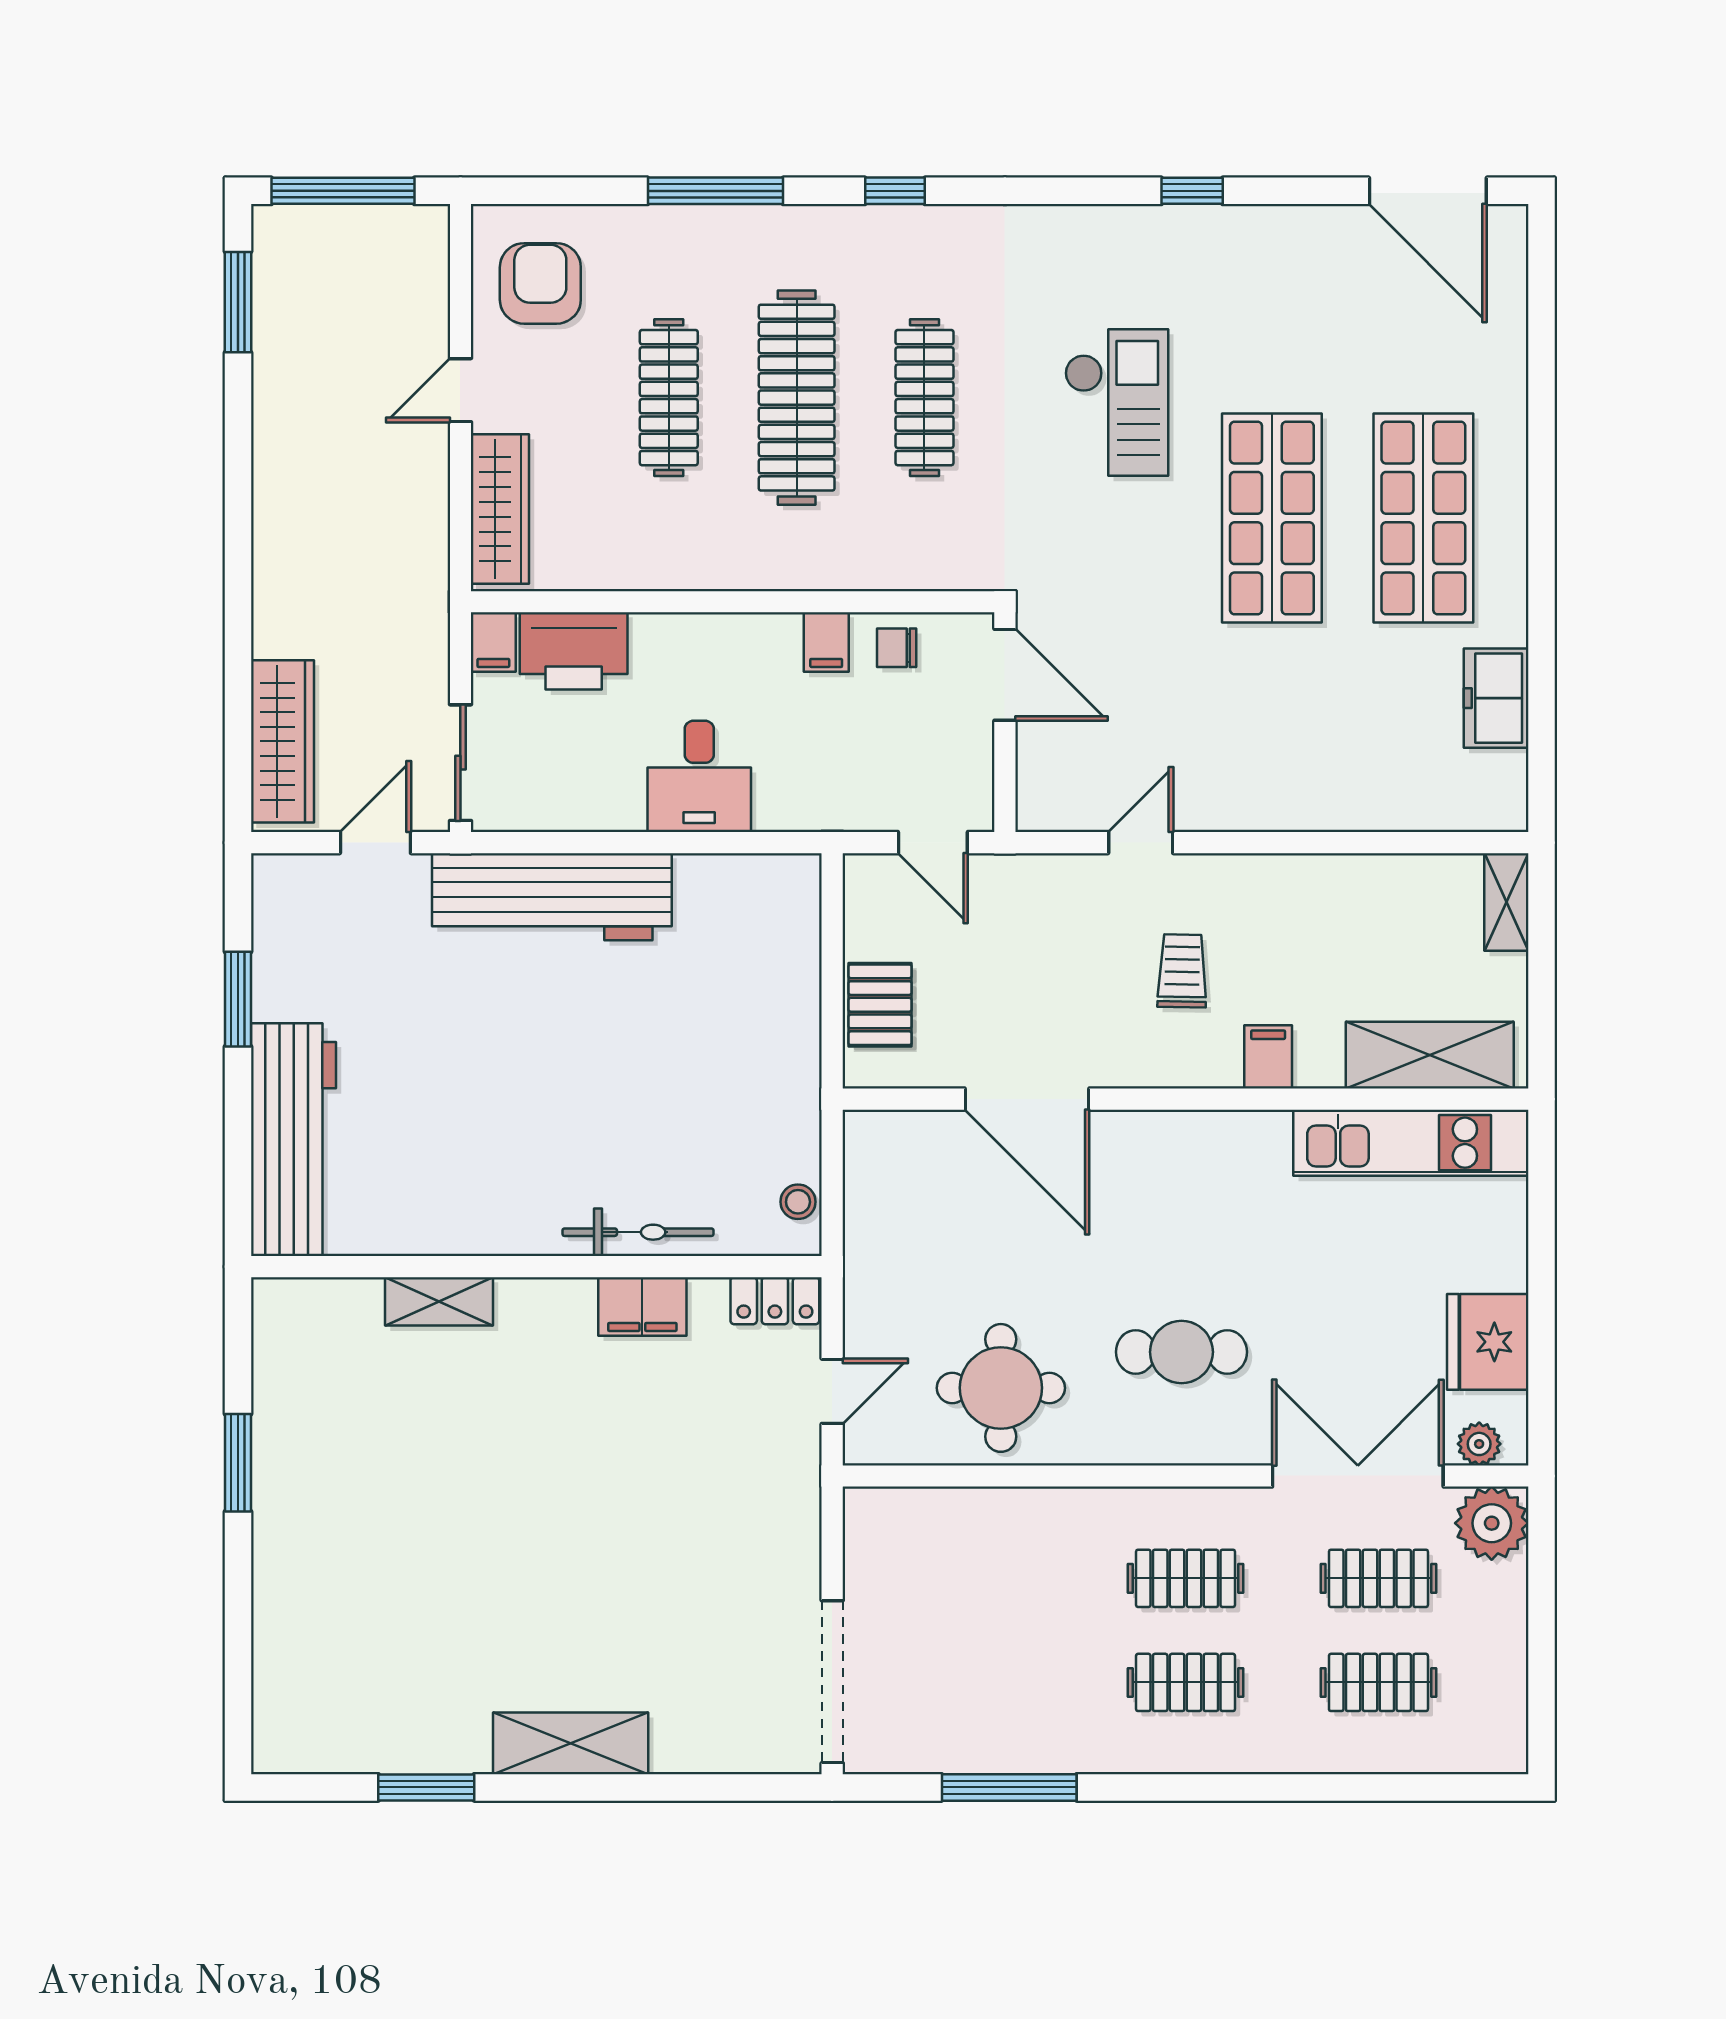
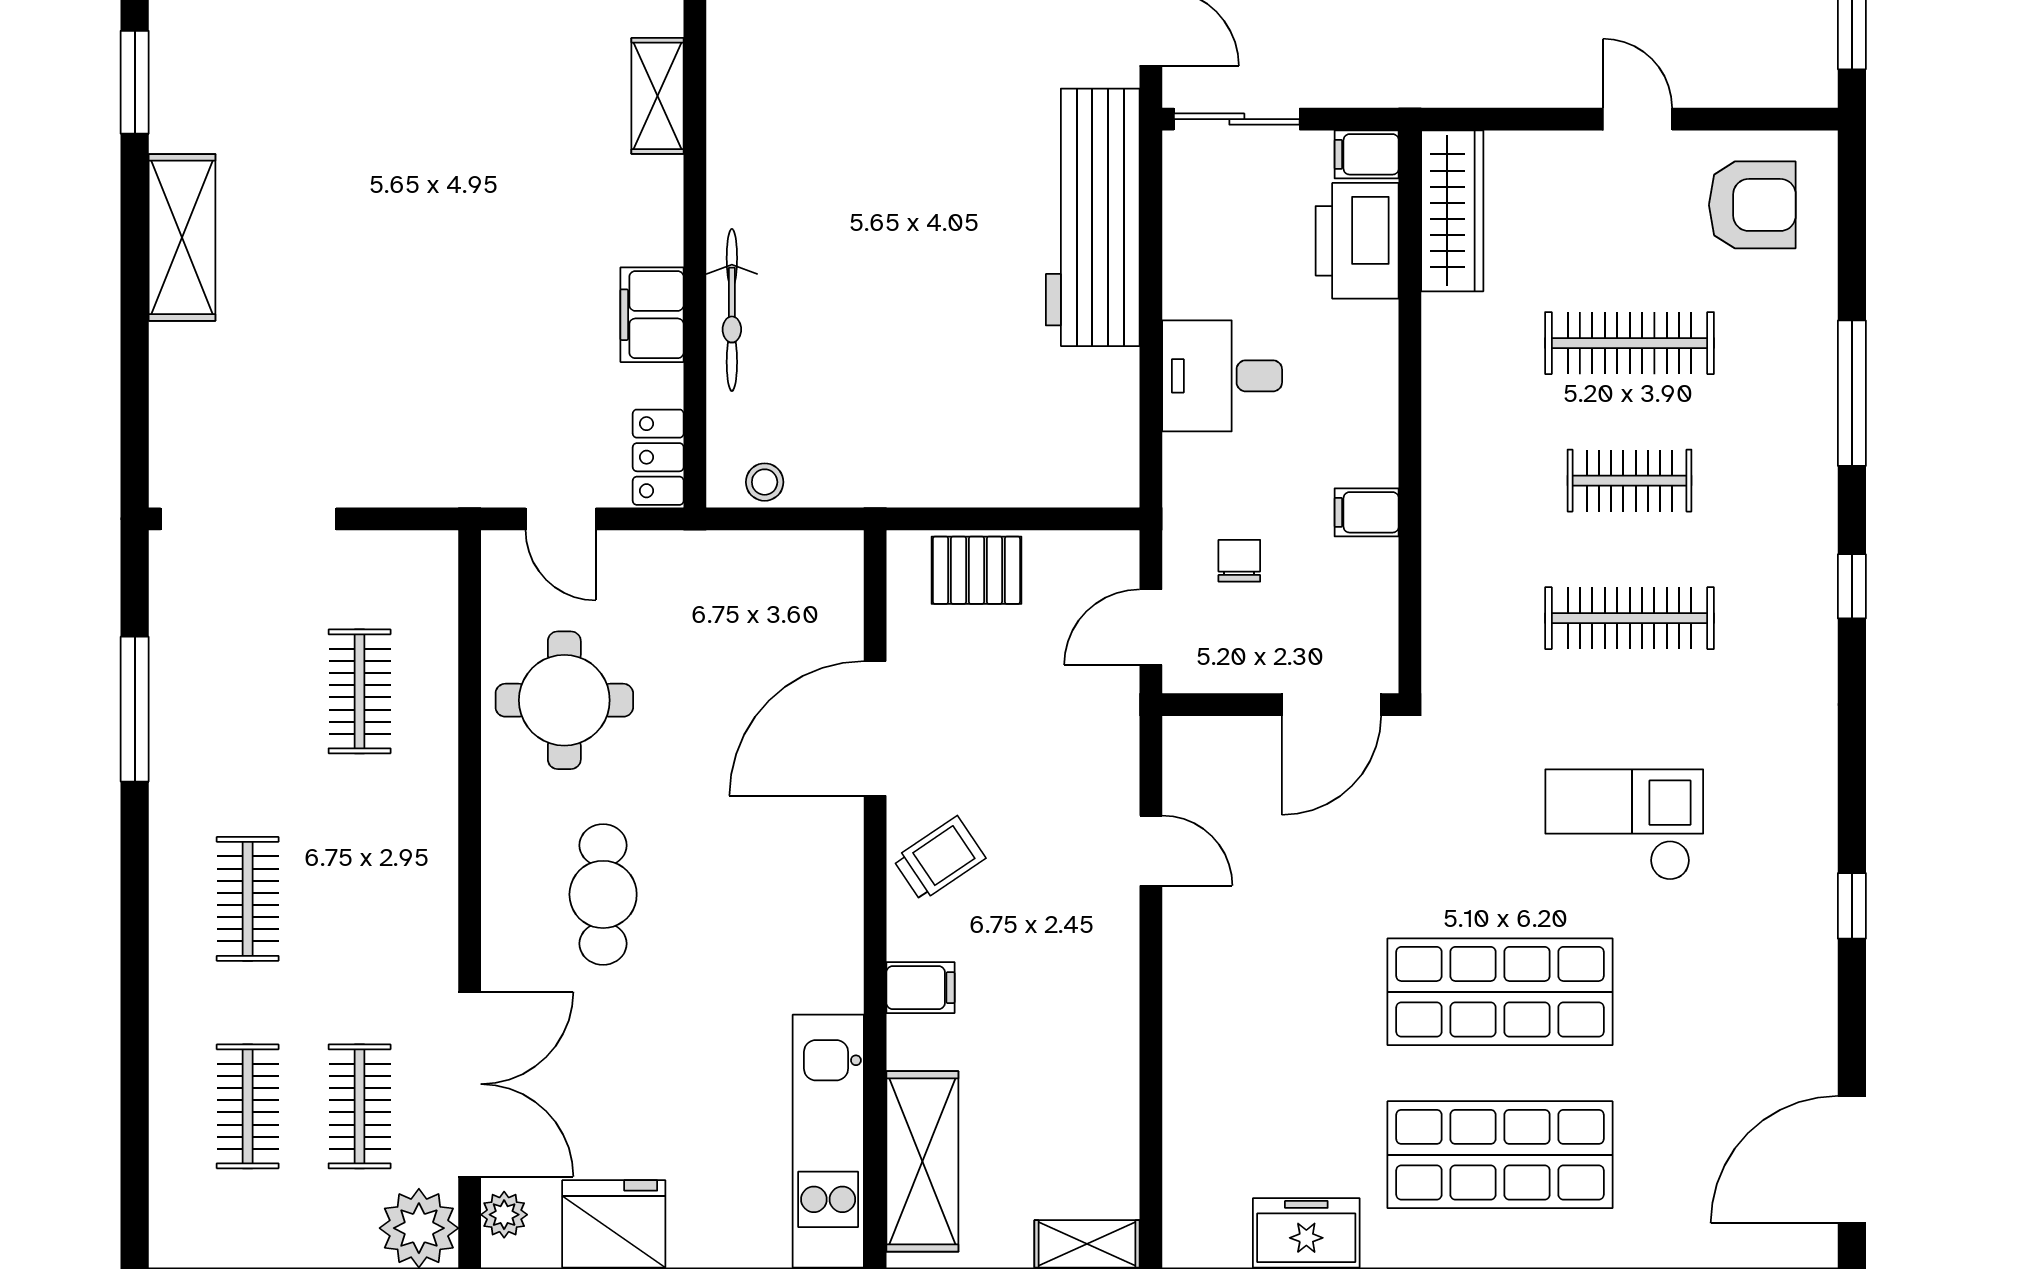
clothes rail: (797, 398) -> (1630, 481), width x0.54, depth x0.76
checkout: (1117, 403) -> (1624, 825), turned 180
wardrobe: (500, 509) -> (1452, 211), moved, turned -90
chair: (897, 648) -> (1239, 561), moved
trolley: (1182, 971) -> (939, 859), moved, turned -35
clothes rail: (1186, 1578) -> (360, 691), moved

